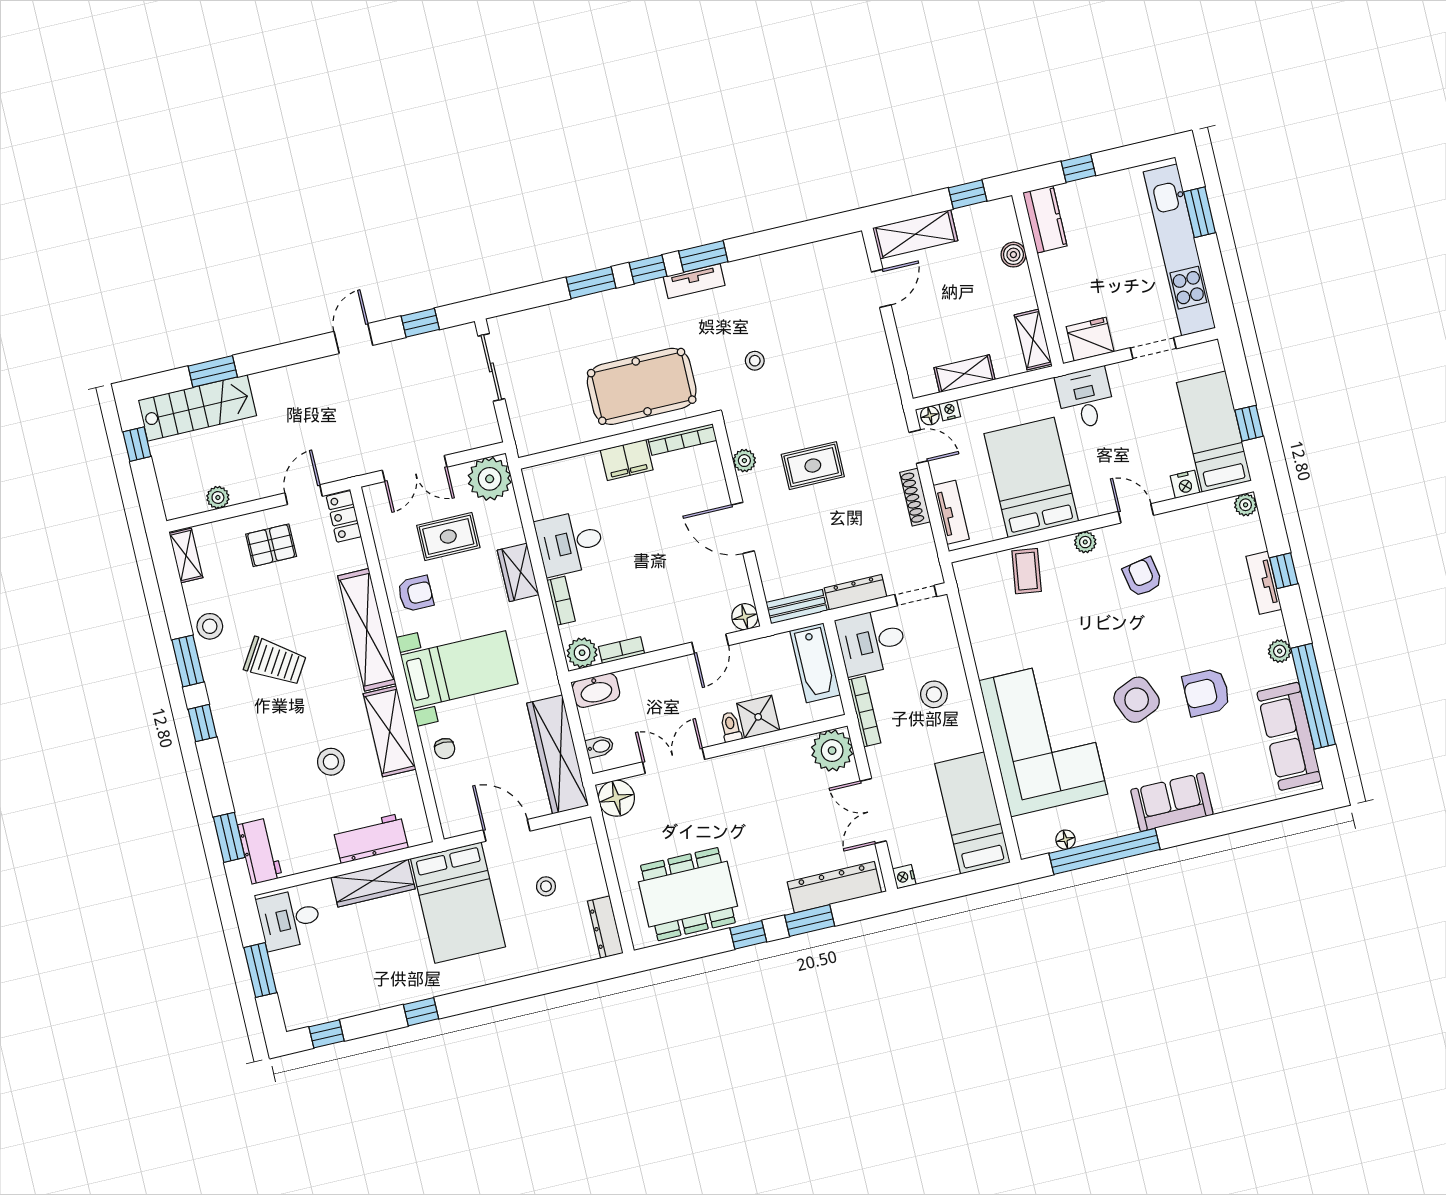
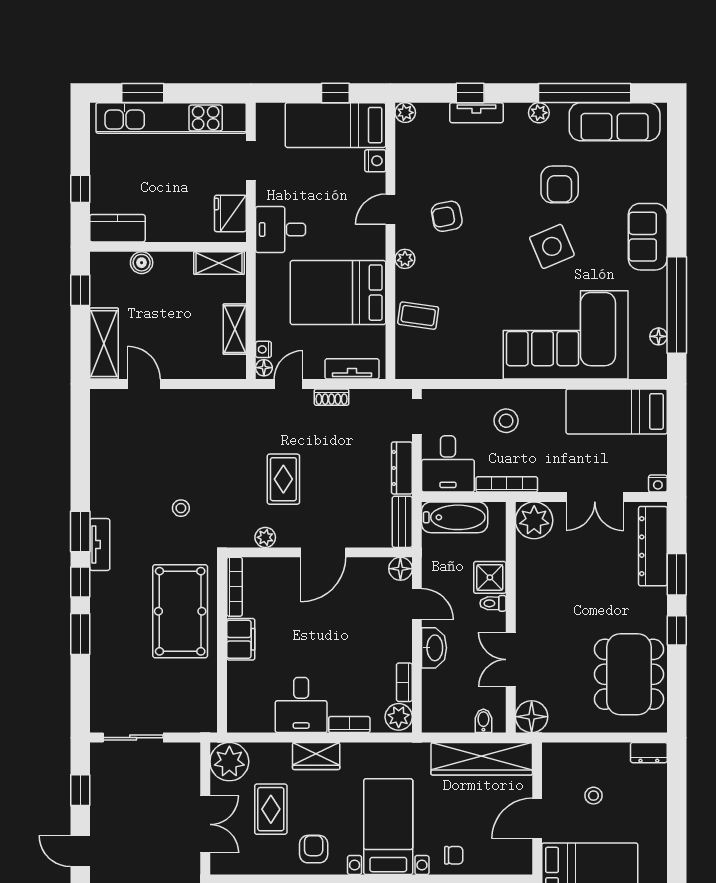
shoe rack: (915, 497) -> (332, 397), width x0.70
washbasin: (596, 690) -> (434, 648), moved
dresser: (605, 927) -> (649, 753), width x0.70

